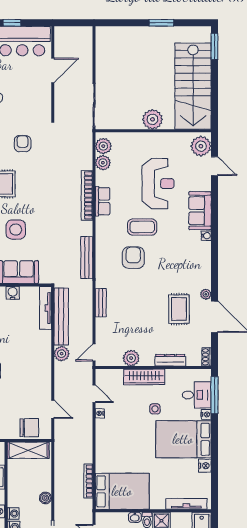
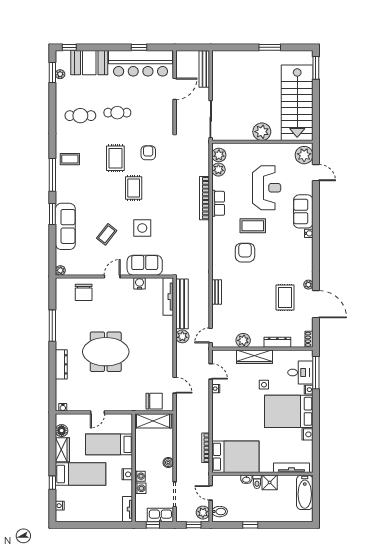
bench: (87, 258) -> (204, 69), moved

